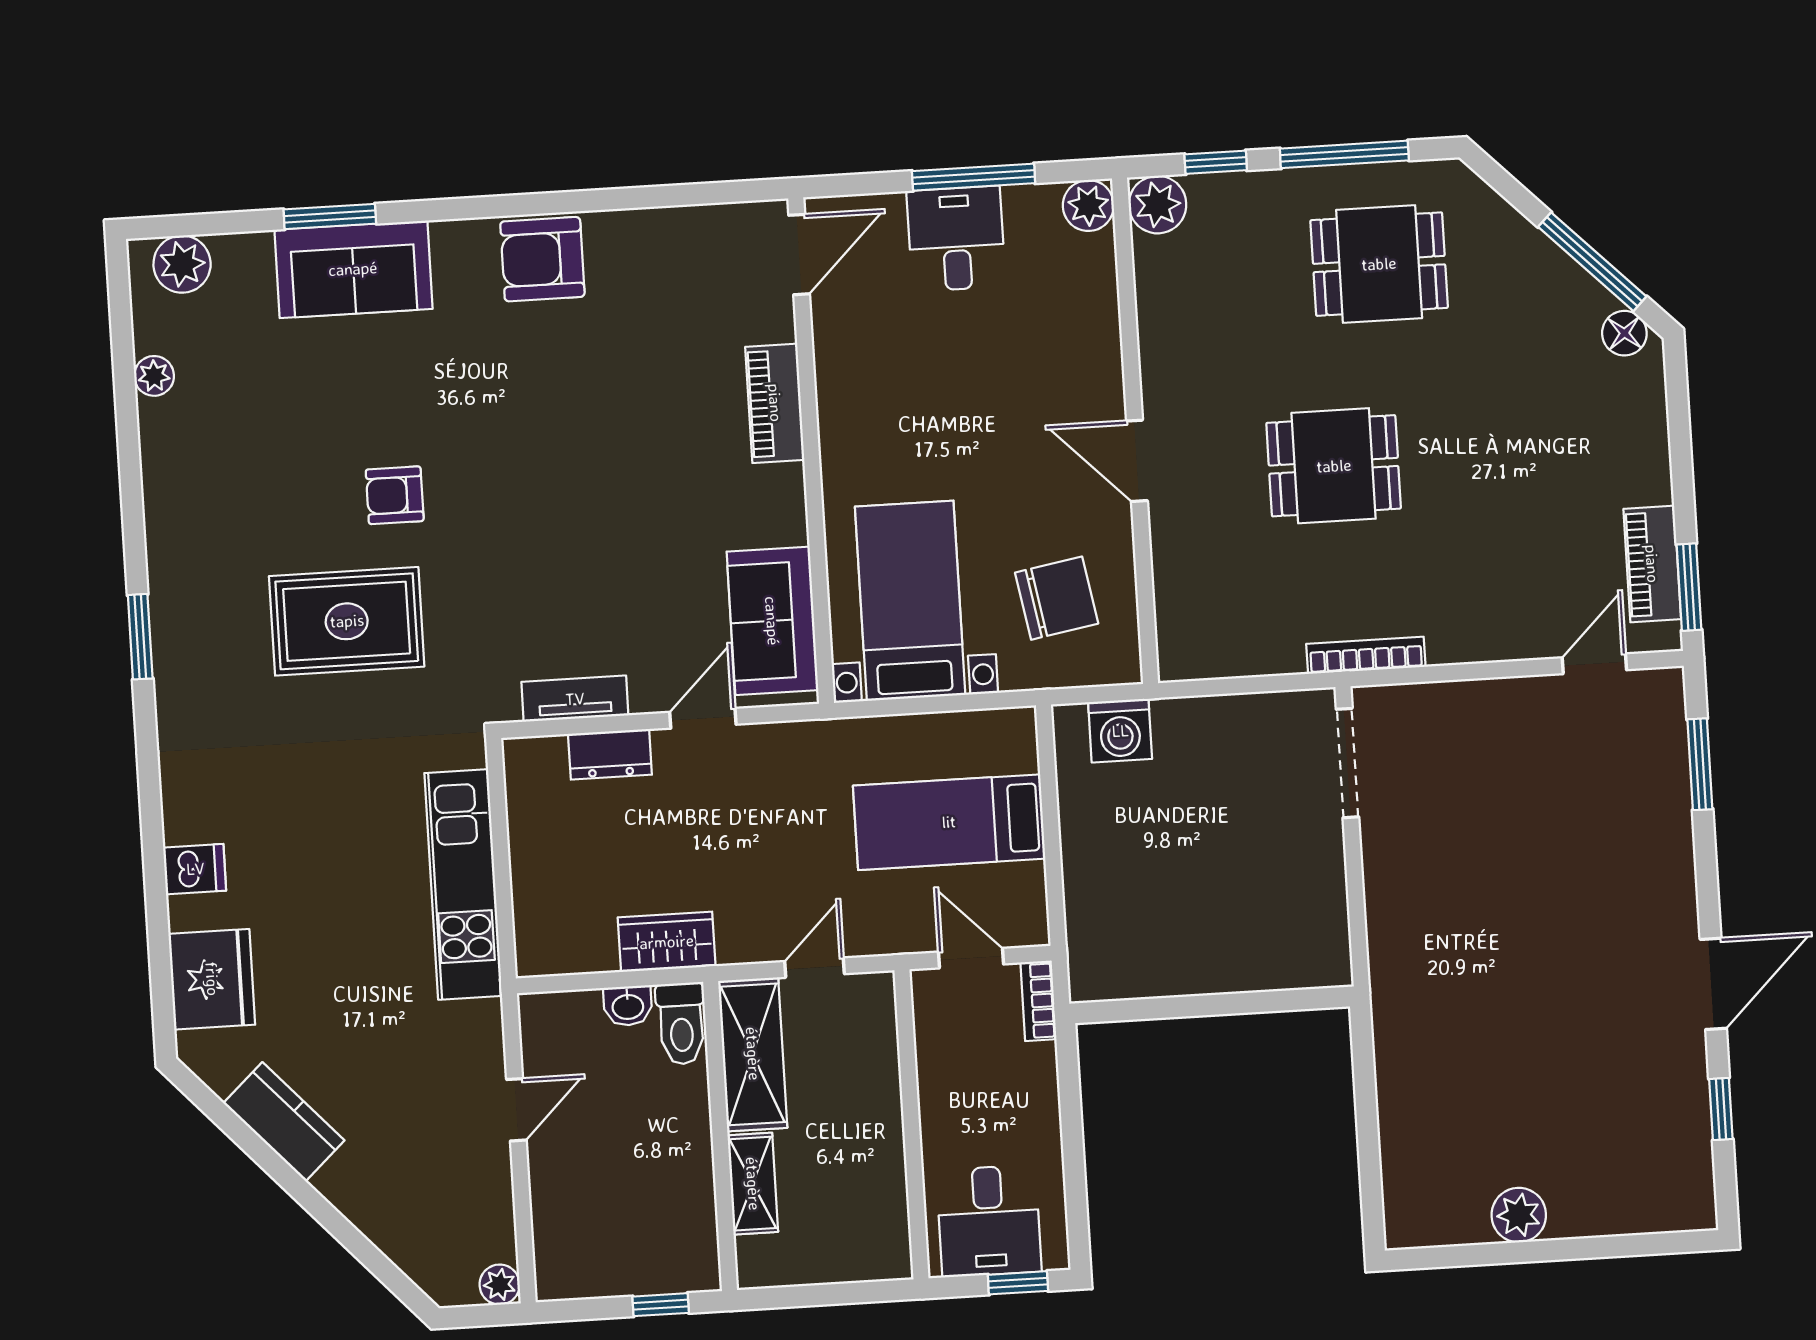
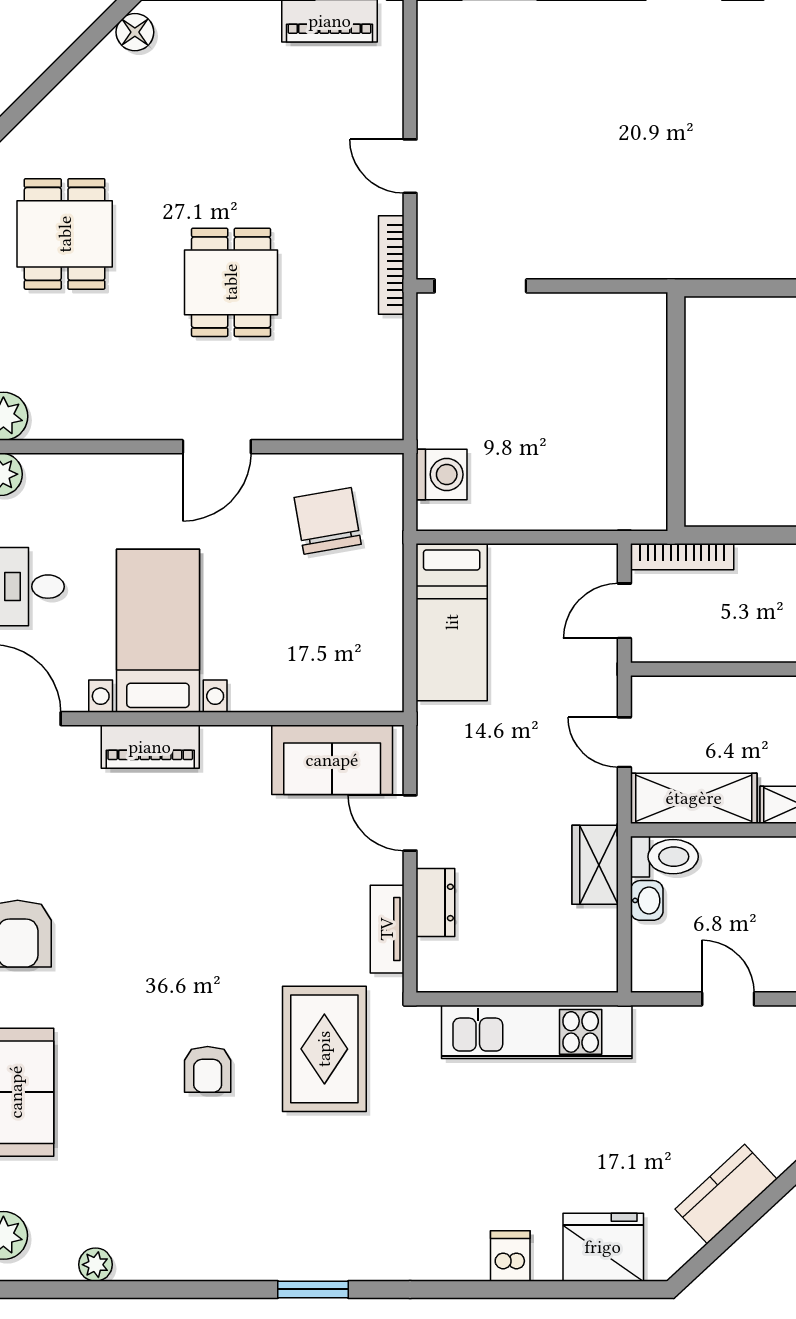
window: (1592, 262) -> (74, 55), removed
bed with nightstands: (910, 601) -> (158, 631), moved, turned 90
rug: (347, 621) -> (324, 1049), moved
door: (1594, 664) -> (410, 166), moved
bed: (949, 822) -> (452, 622), moved
bookcase: (1038, 1001) -> (682, 557), width x1.56

